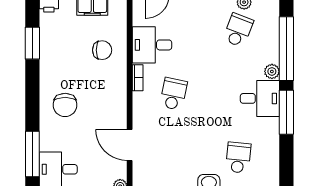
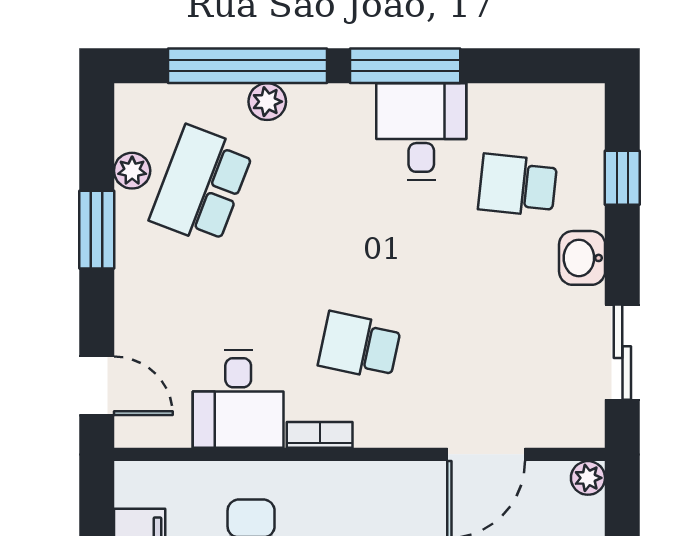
school desk: (238, 30) -> (201, 185), width x1.85
plant: (272, 71) -> (267, 102), moved
desk: (260, 98) -> (421, 131), moved

